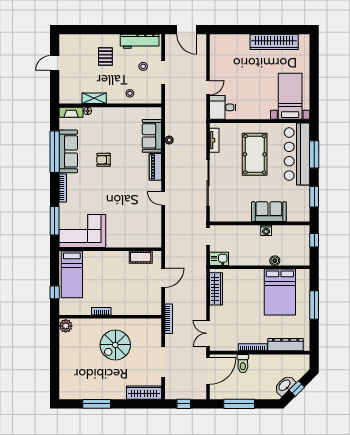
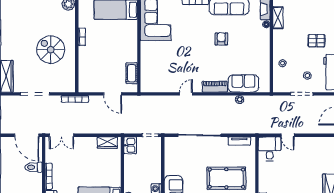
shelving: (94, 98) -> (278, 18), moved
wardrobe: (216, 289) -> (107, 143), width x0.67
double door: (208, 333) -> (61, 135), swing flipped

